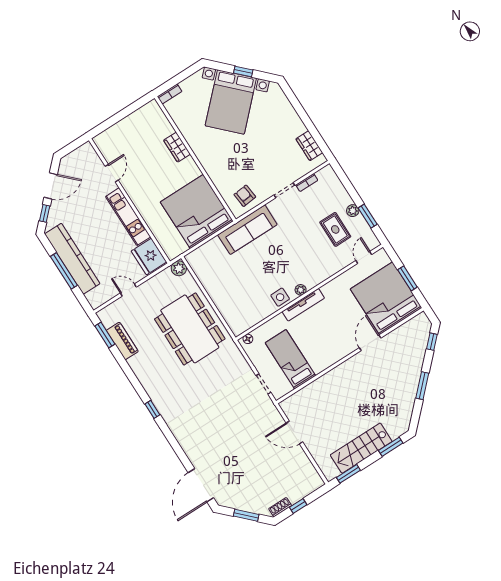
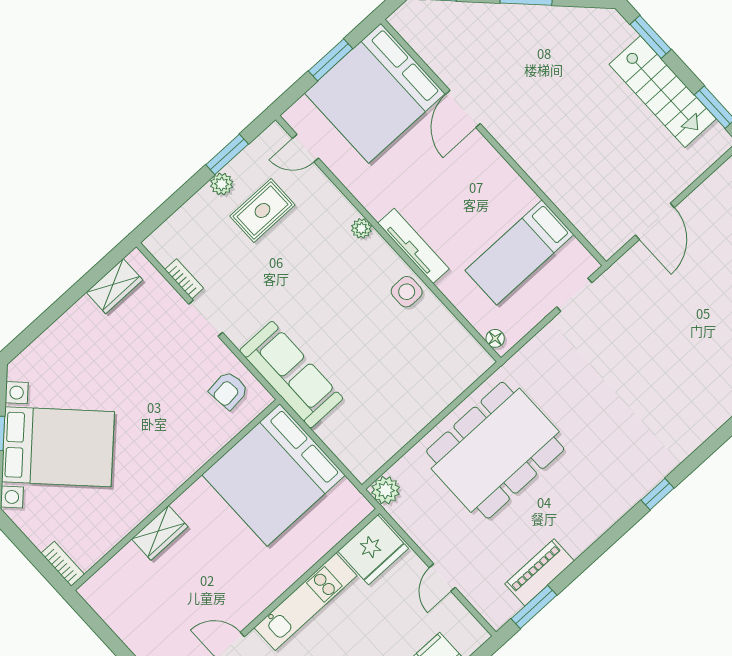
plant: (301, 290) -> (361, 228), moved
door: (370, 343) -> (463, 109), hinge flipped

